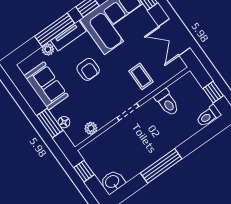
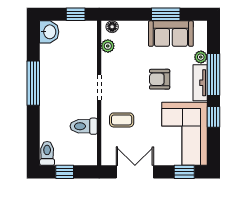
floor lamp: (64, 122) -> (112, 27), moved
window: (50, 123) -> (166, 14), moved

